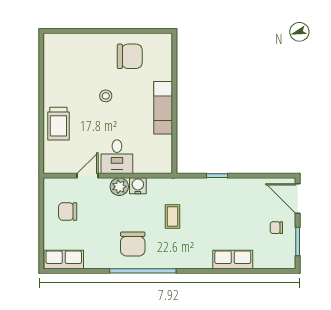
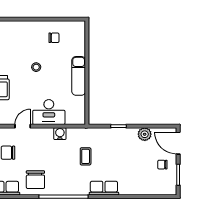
chair: (130, 56) -> (54, 38), width x0.54, depth x0.54
desk: (117, 157) -> (49, 112), width x1.37
plant: (119, 187) -> (145, 134), moved
chair: (133, 244) -> (35, 180), moved
row of seats: (233, 259) -> (104, 188), moved

